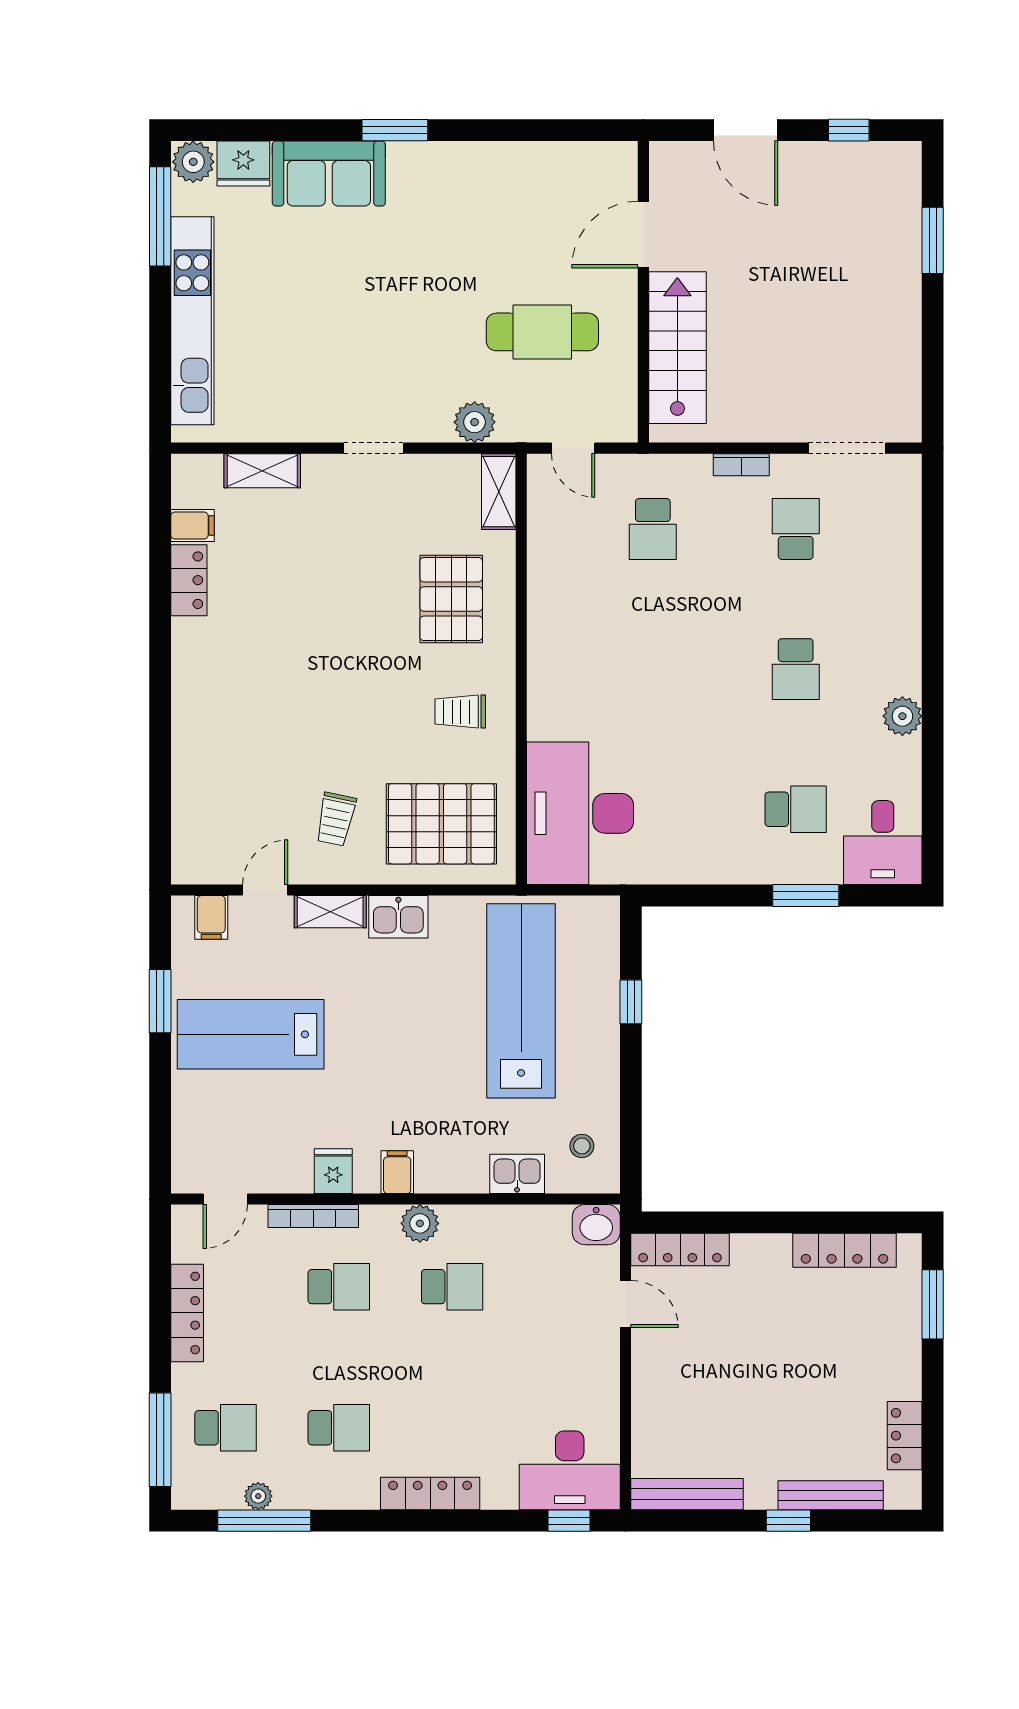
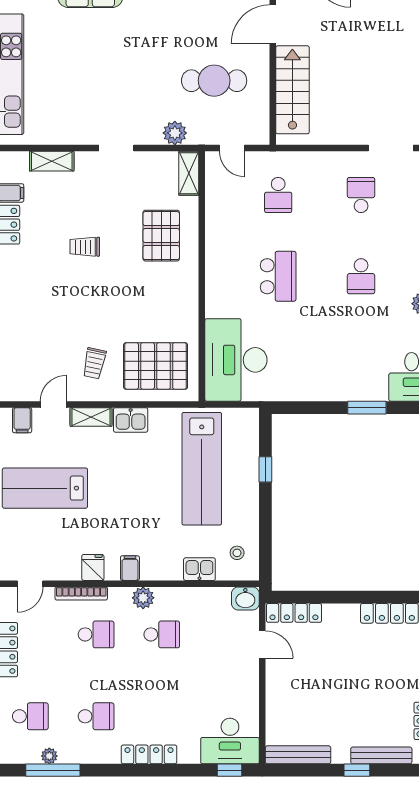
bookcase: (741, 465) -> (329, 158), removed
trolley: (460, 712) -> (85, 247), moved
school desk: (796, 809) -> (278, 276), moved, width x1.85
lab bench: (521, 1001) -> (202, 469), turned 180

